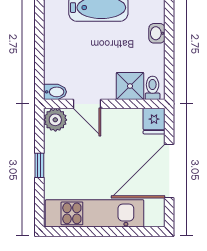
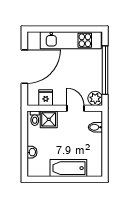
bidet: (55, 92) -> (95, 127), moved
fridge: (154, 121) -> (46, 98), moved
window: (39, 165) -> (105, 70), width x3.17

